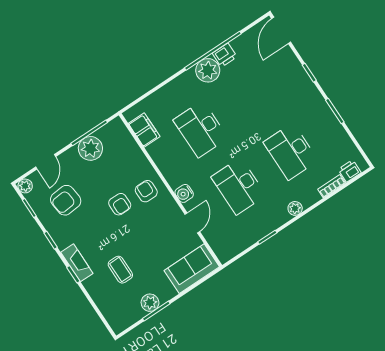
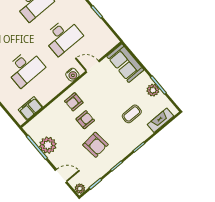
armchair: (66, 200) -> (95, 145), moved
fireplace: (77, 263) -> (160, 120), moved

